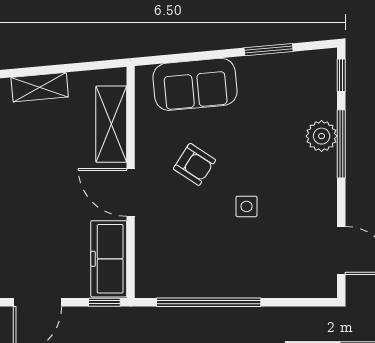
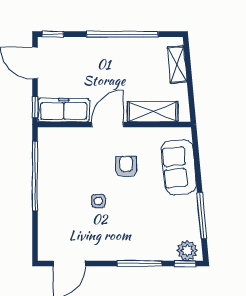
window: (269, 50) -> (202, 216), width x1.44
plant: (322, 136) -> (187, 251), moved
armchair: (194, 164) -> (126, 167), turned 147

